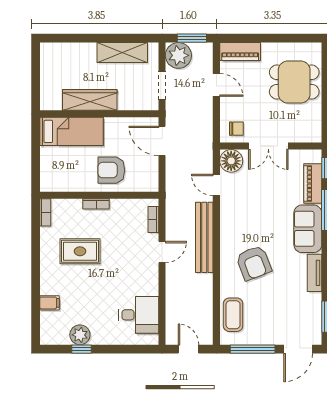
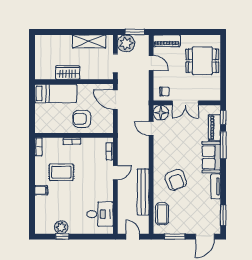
wardrobe: (90, 100) -> (68, 73), width x0.67
bench: (204, 237) -> (143, 192), moved
filing cabinet: (49, 303) -> (41, 190), moved
window: (253, 349) -> (175, 237), width x0.69

